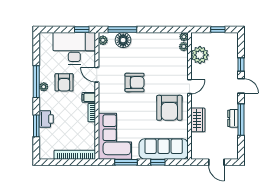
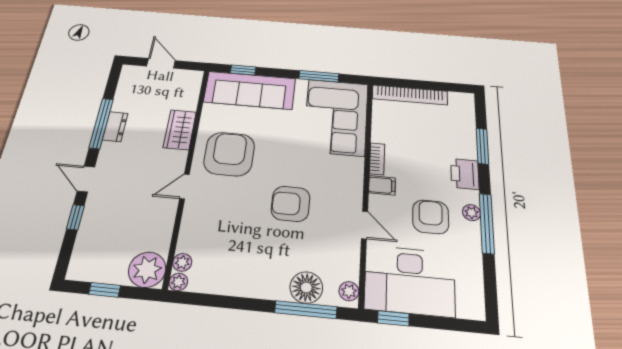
plant: (200, 55) -> (147, 270), moved
printer: (46, 119) -> (465, 174), moved
window: (158, 162) -> (243, 70), moved

